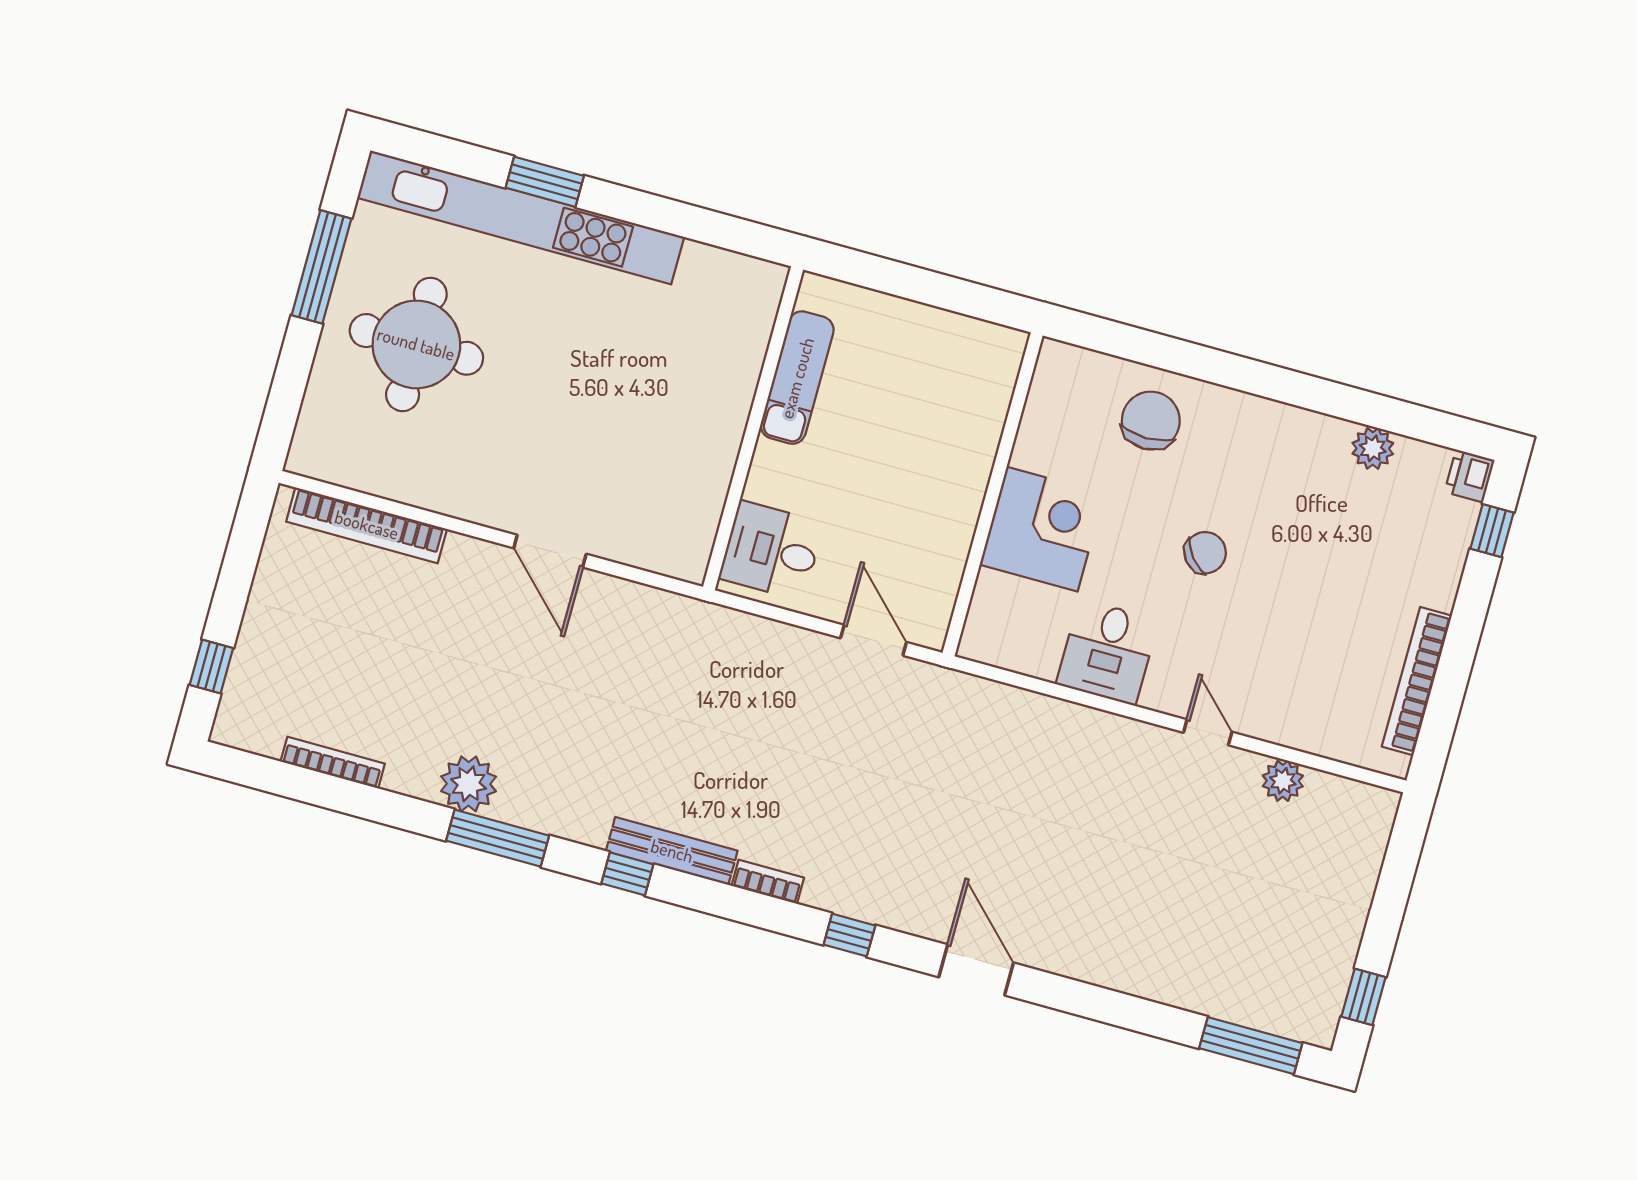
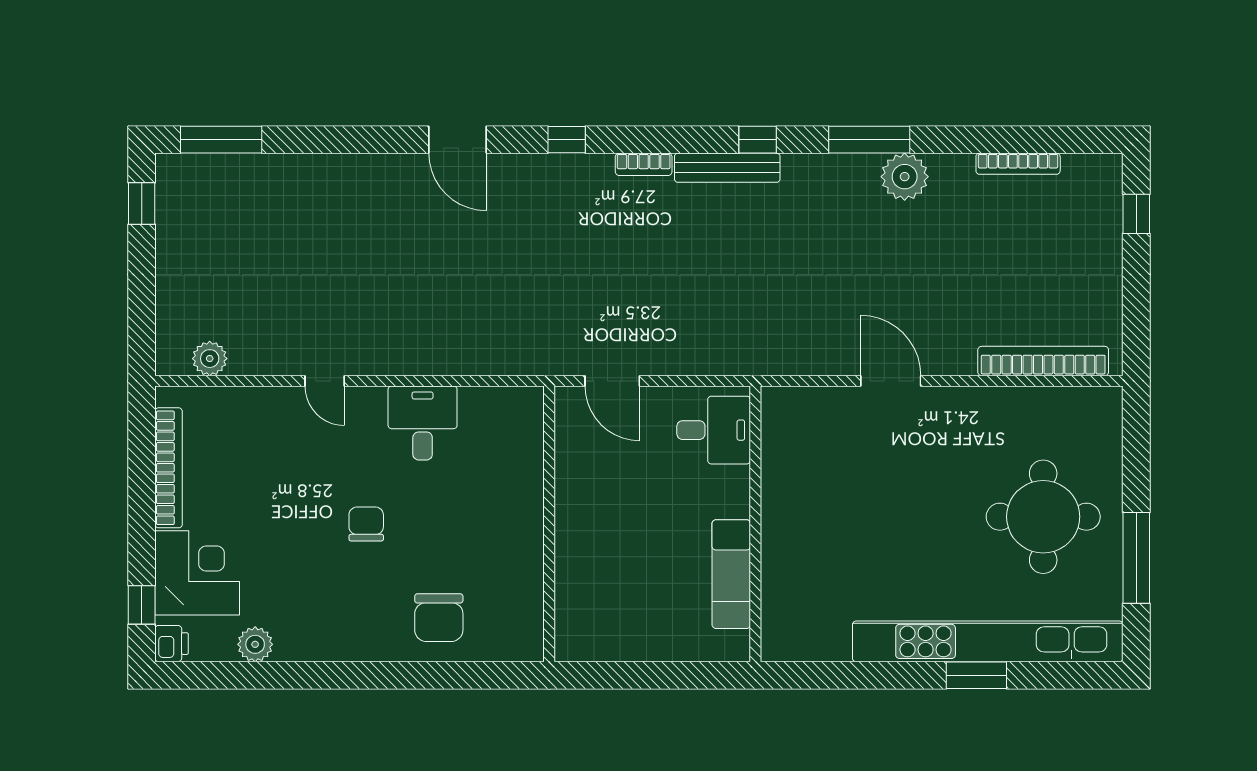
corner desk: (1042, 529) -> (197, 573), moved, turned 180
chair: (1205, 553) -> (366, 524), turned 129
plant: (1283, 781) -> (210, 359), moved

